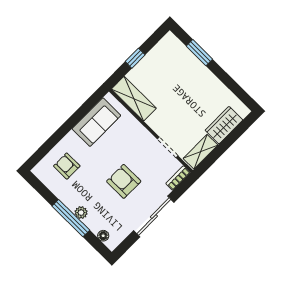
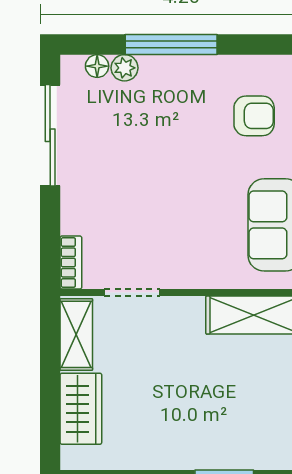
armchair: (124, 181) -> (147, 177), removed
plant: (81, 213) -> (125, 68), moved
sliding door: (154, 217) -> (50, 135), moved

